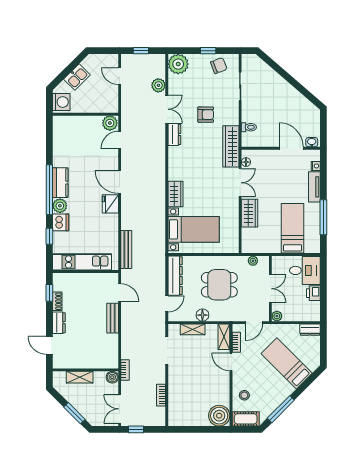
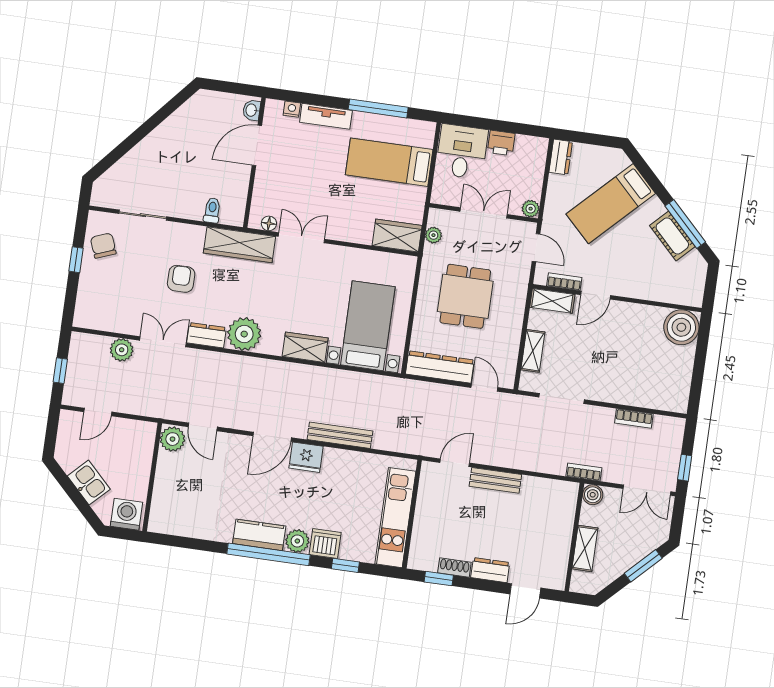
plant: (178, 64) -> (244, 334), moved
wardrobe: (250, 213) -> (397, 235), moved
bench: (126, 249) -> (340, 435), moved
floor lamp: (202, 315) -> (511, 331), removed
stool: (244, 395) -> (654, 281), removed
cot: (246, 419) -> (672, 236), moved, turned -45

